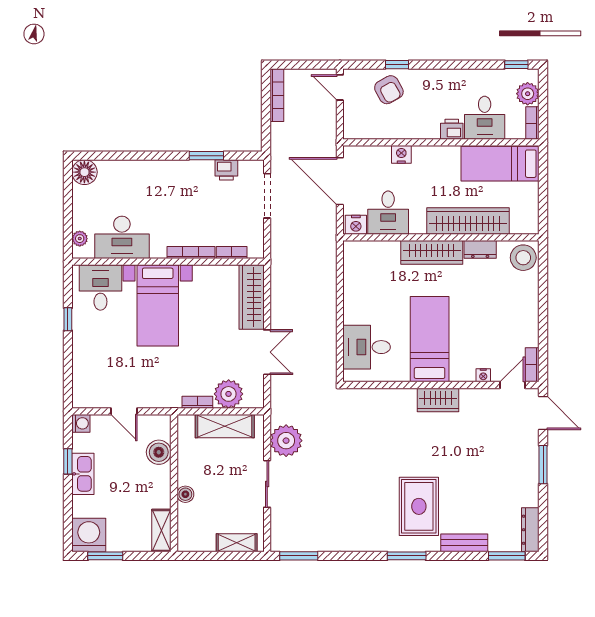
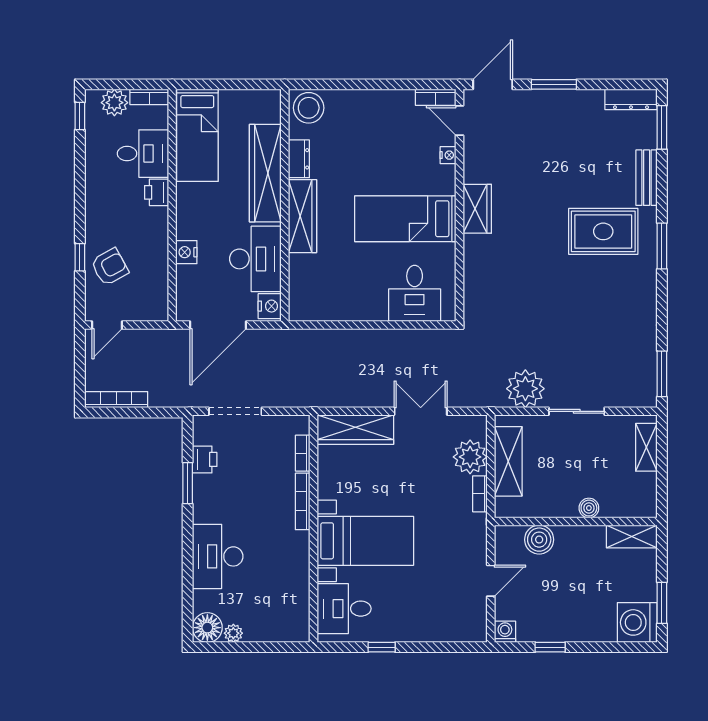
desk: (388, 213) -> (255, 259), width x1.37
desk: (122, 237) -> (218, 556), moved, turned 180
plant: (80, 239) -> (233, 633), moved
kitchen sink: (83, 474) -> (565, 629), removed

